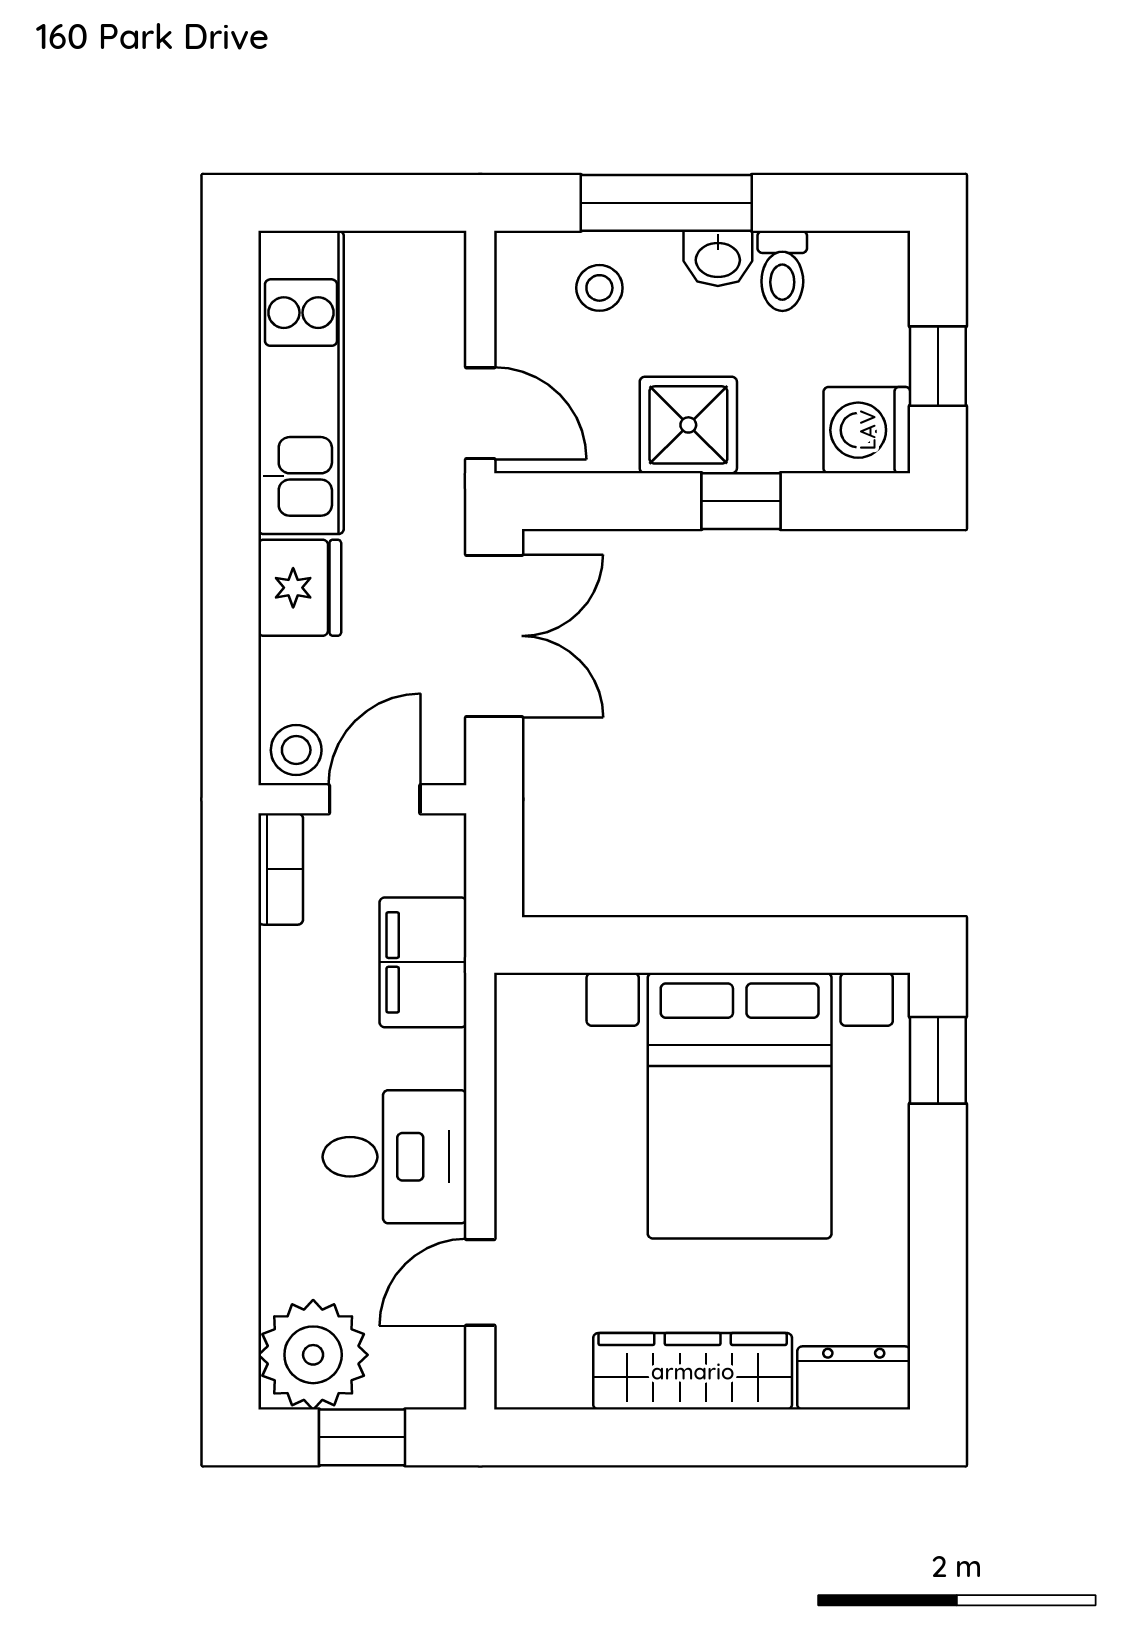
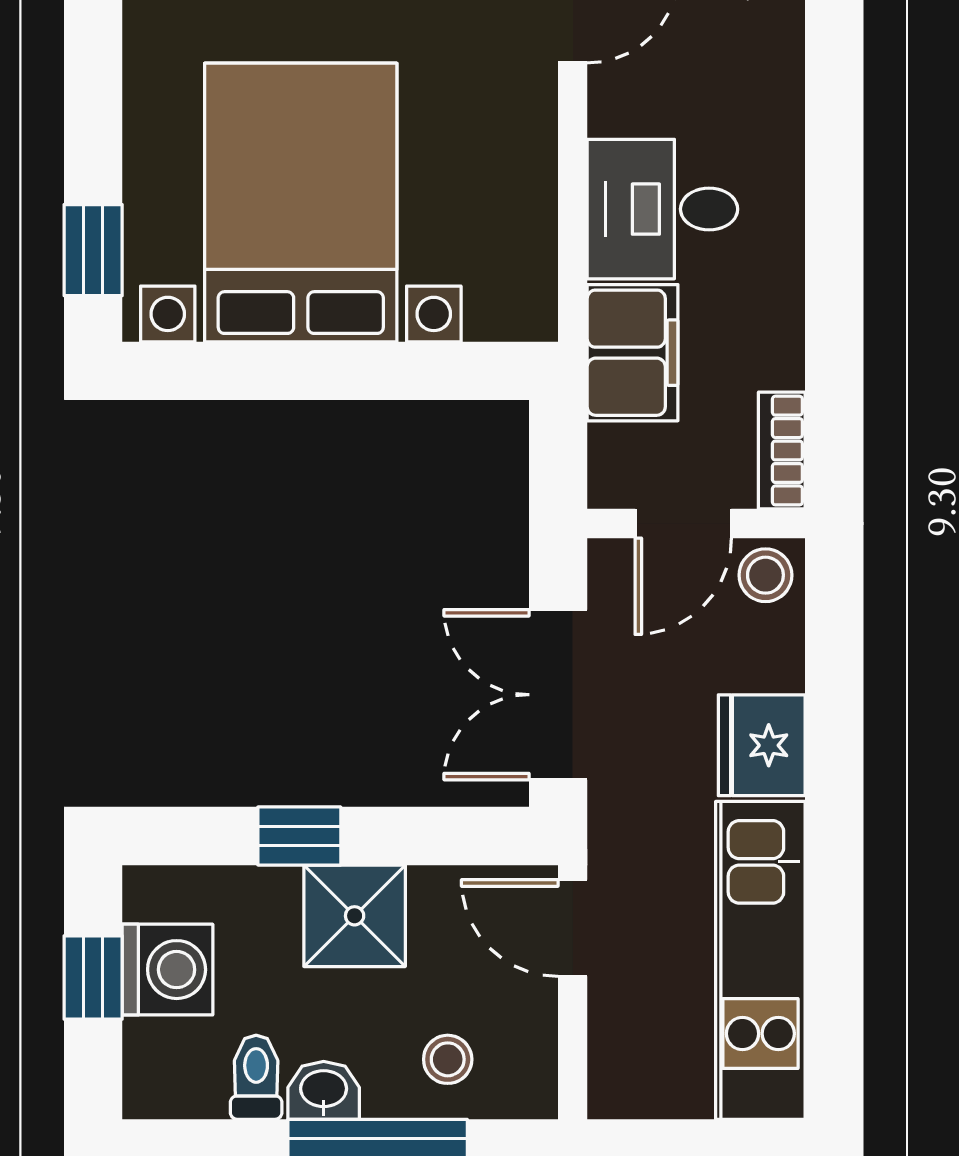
washing machine: (867, 430) -> (168, 970), moved
desk: (395, 1157) -> (662, 209), moved

